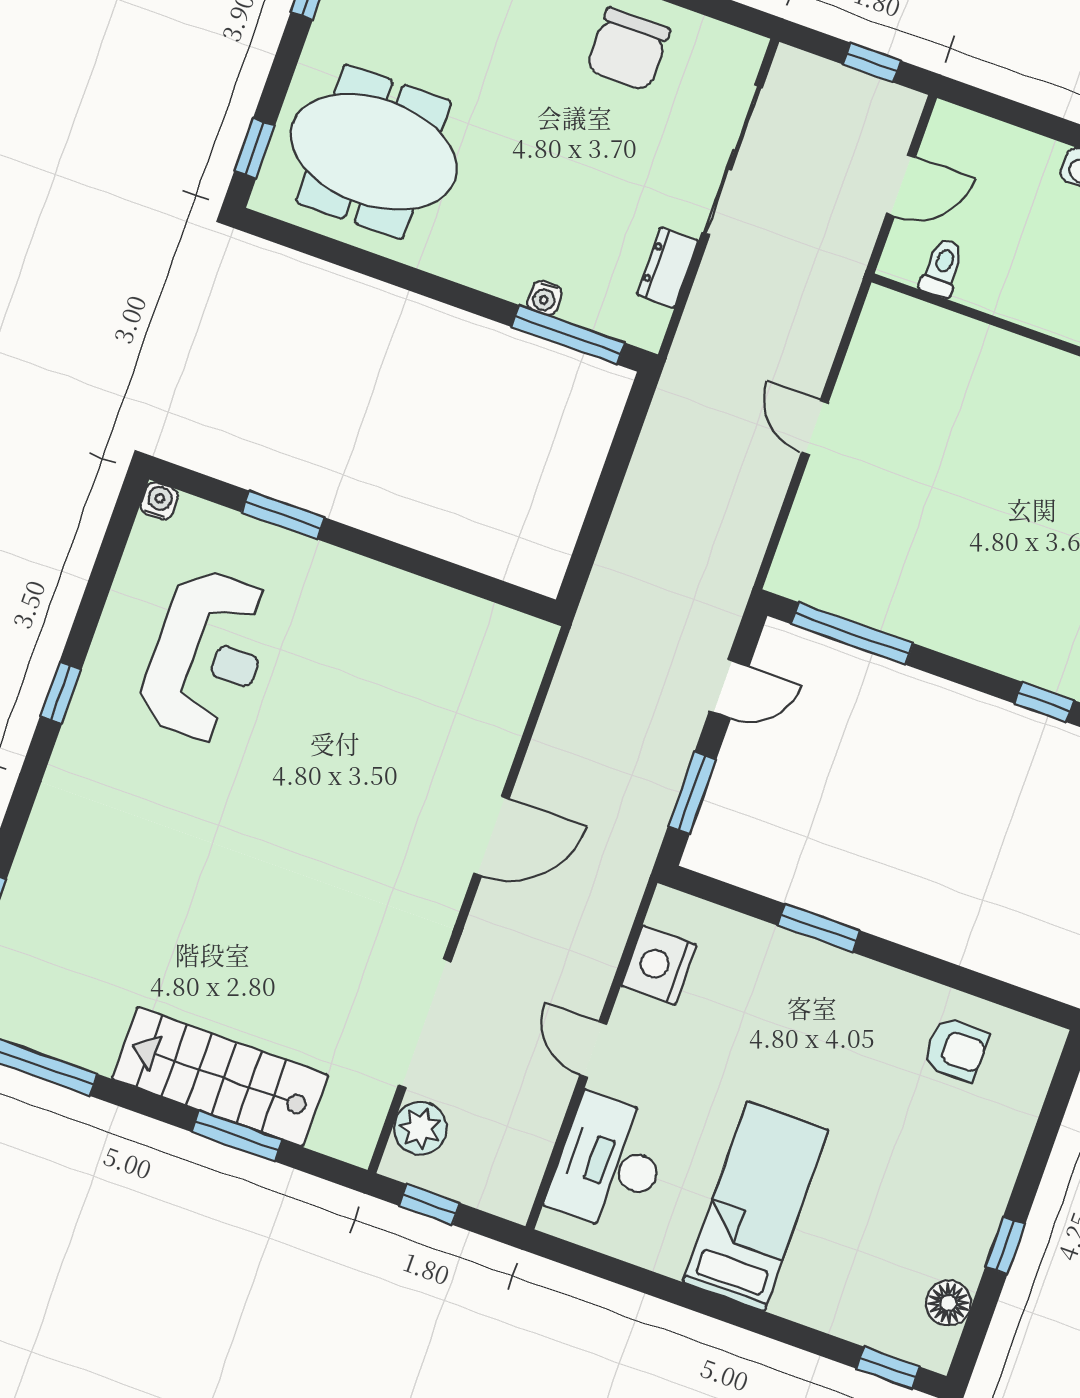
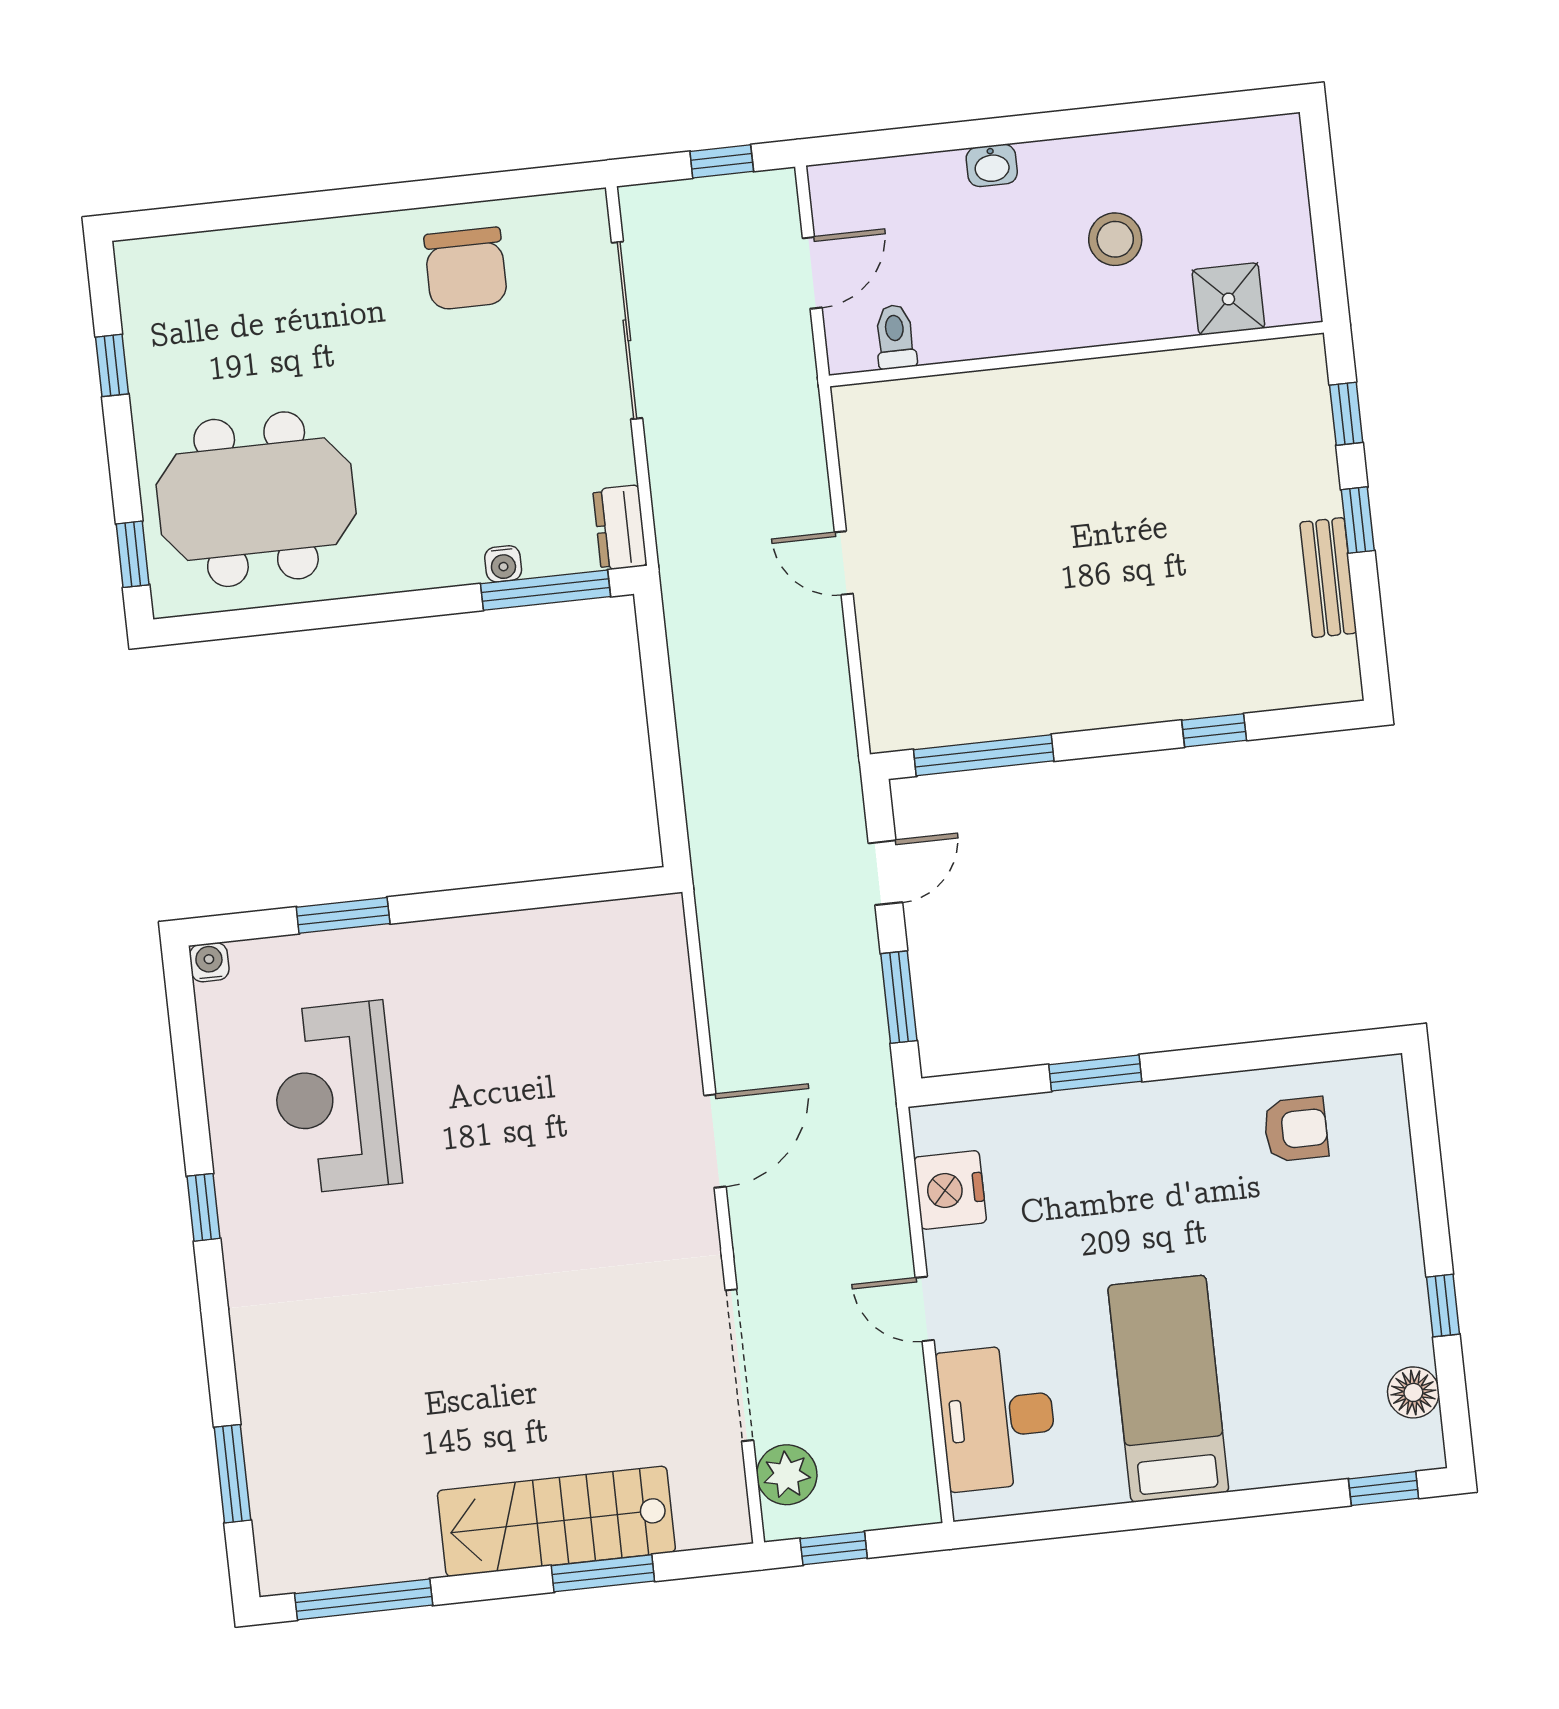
dresser: (667, 268) -> (620, 528), moved
reception desk: (207, 656) -> (335, 1098), turned 180

